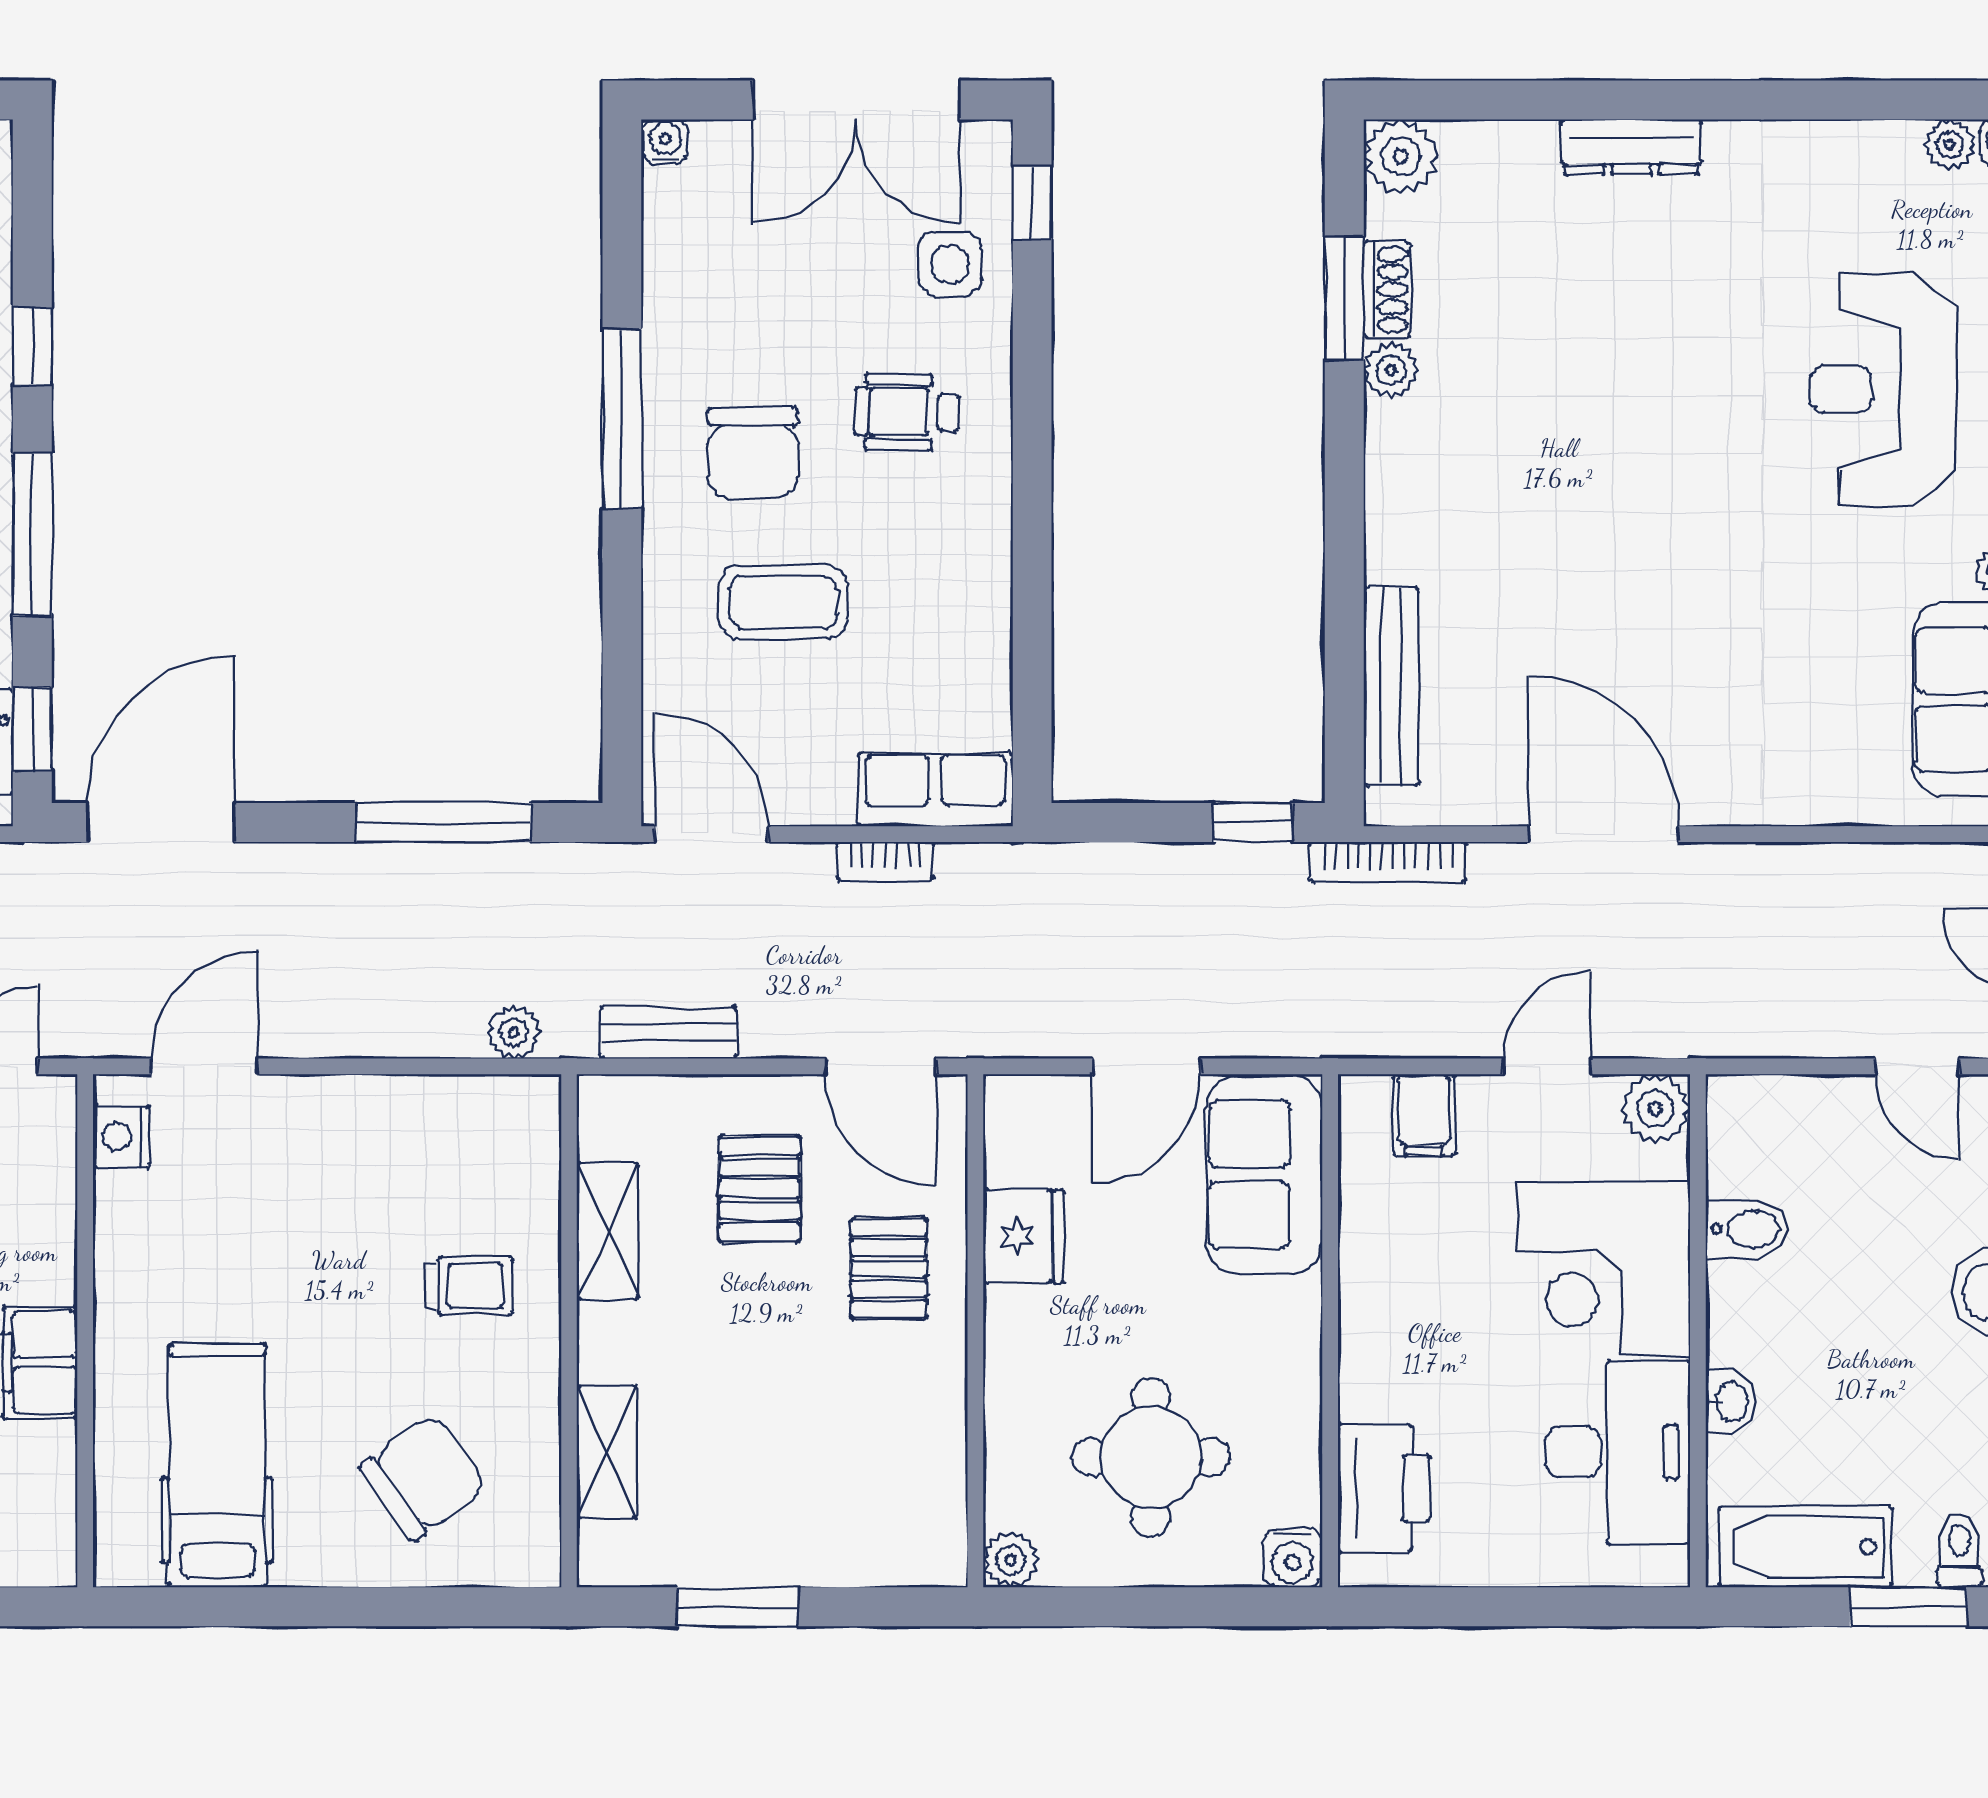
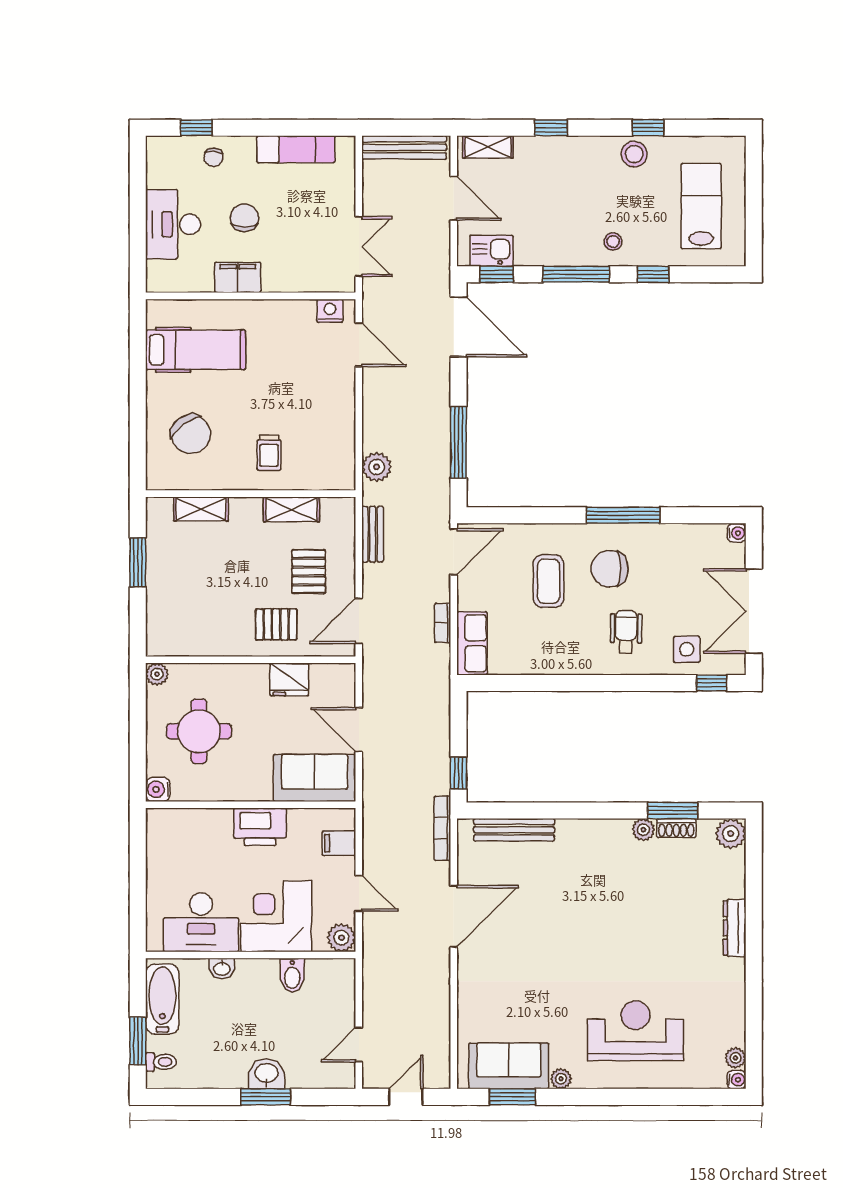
plant: (514, 1032) -> (377, 467), width x1.38, depth x1.38
pallet: (760, 1189) -> (309, 572), turned 90
printer: (1384, 1488) -> (260, 827), moved

